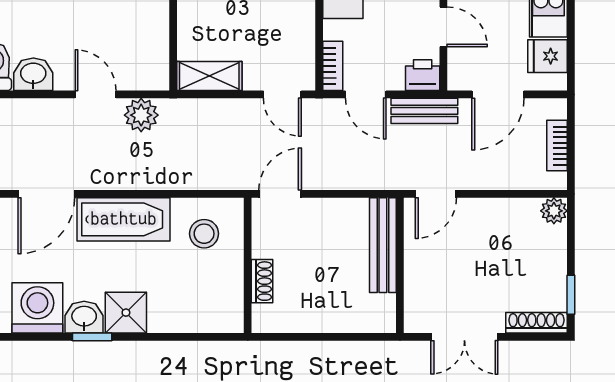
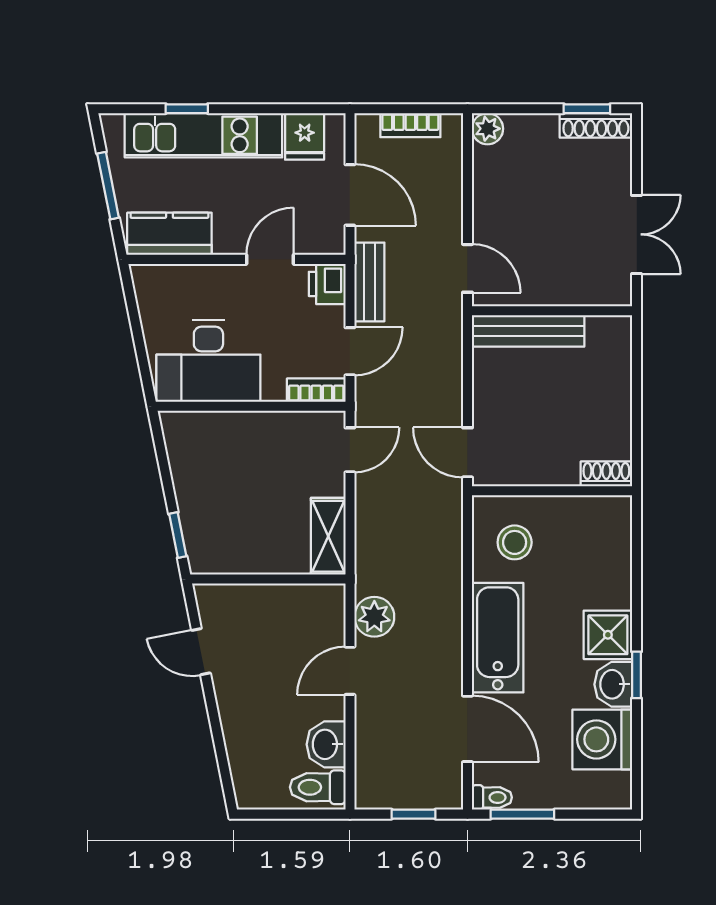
shoe rack: (262, 281) -> (606, 474), moved
shoe rack: (536, 323) -> (596, 125), moved, turned -90

